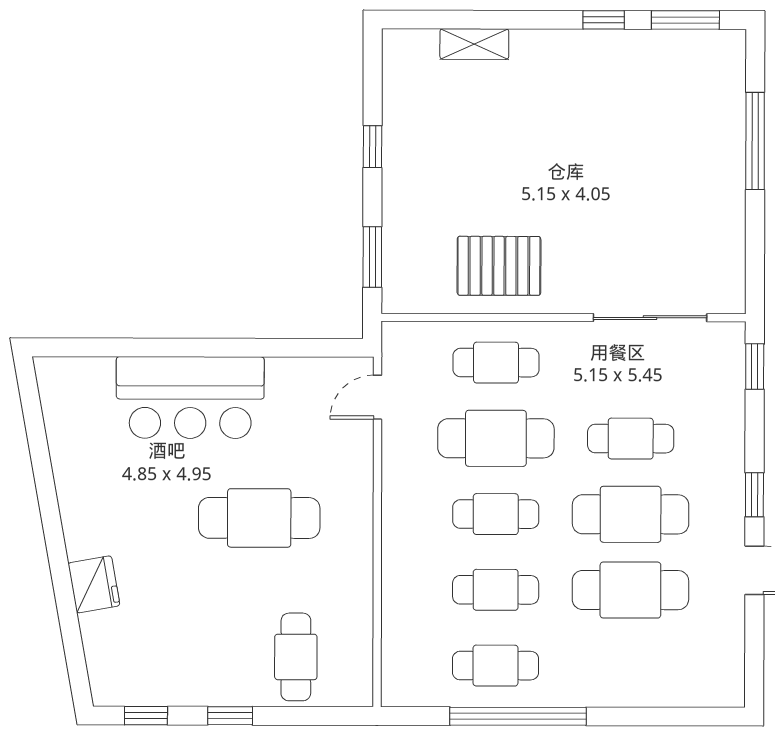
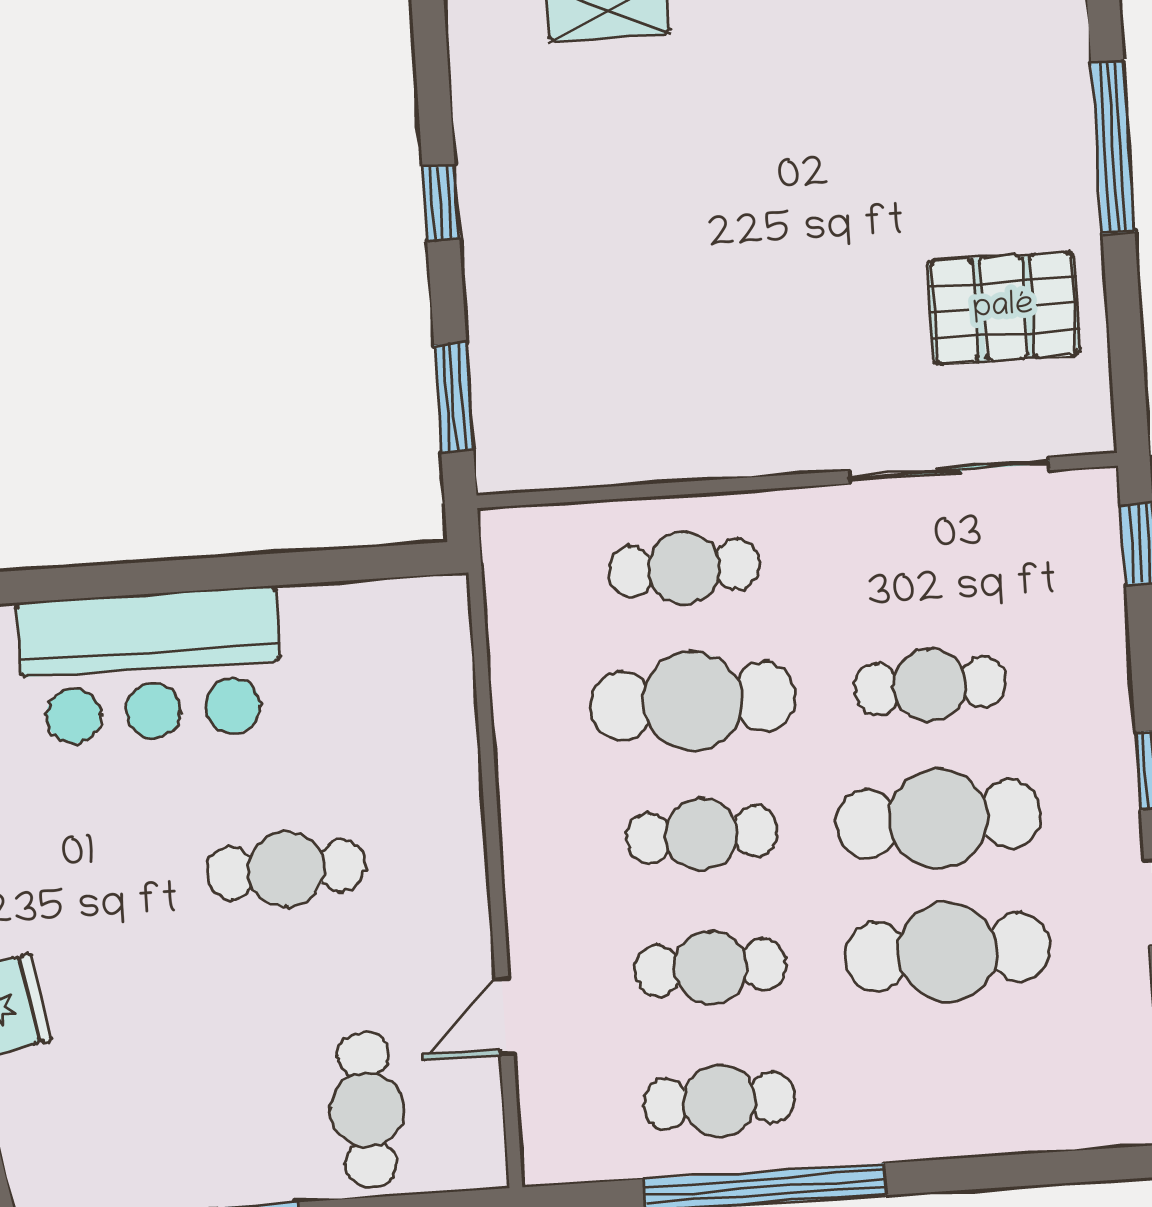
pallet: (499, 266) -> (1003, 308), moved
door: (377, 397) -> (504, 1016), moved
cafe table: (259, 518) -> (286, 870), width x0.73, depth x0.74

